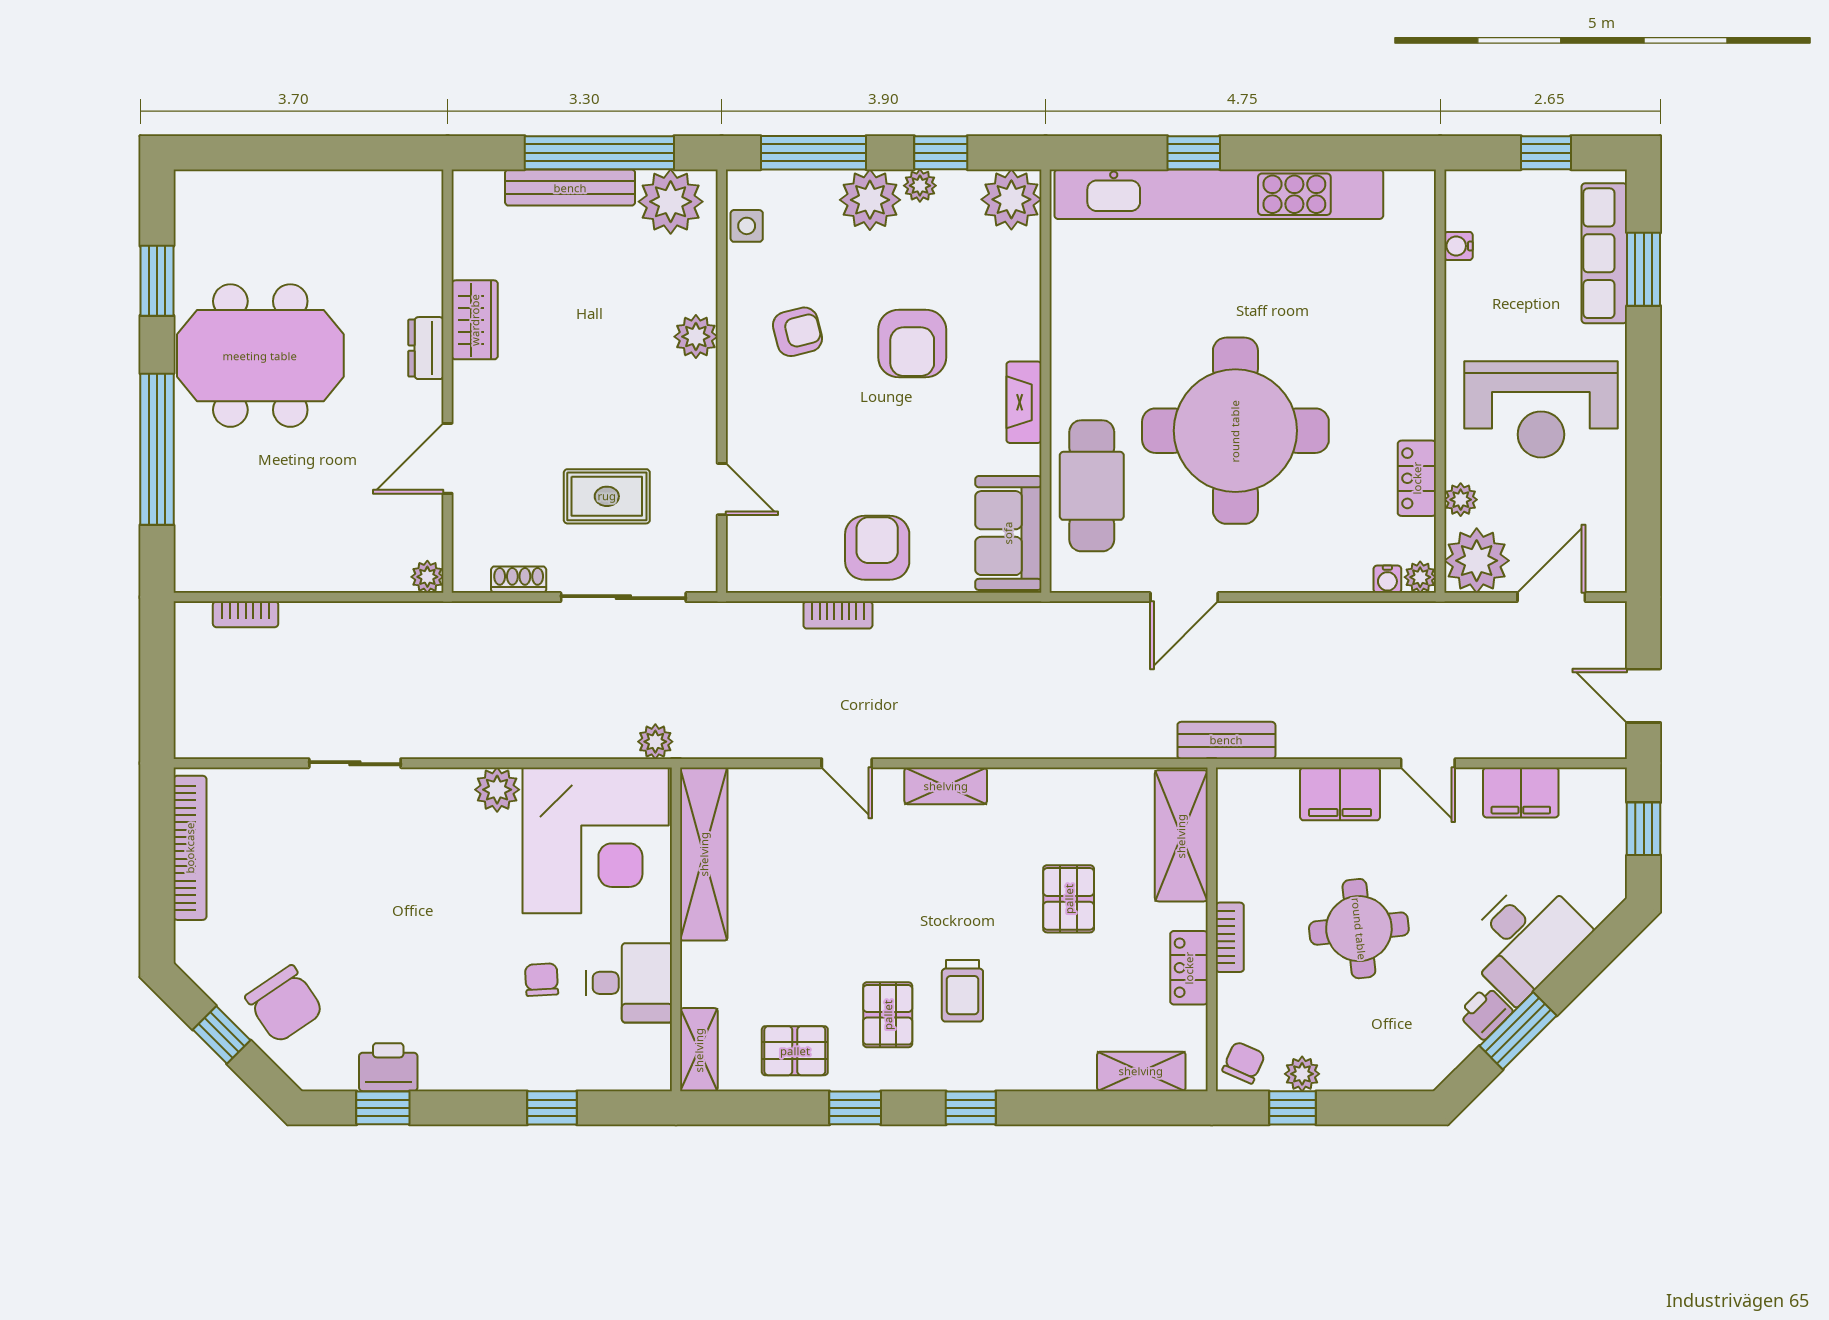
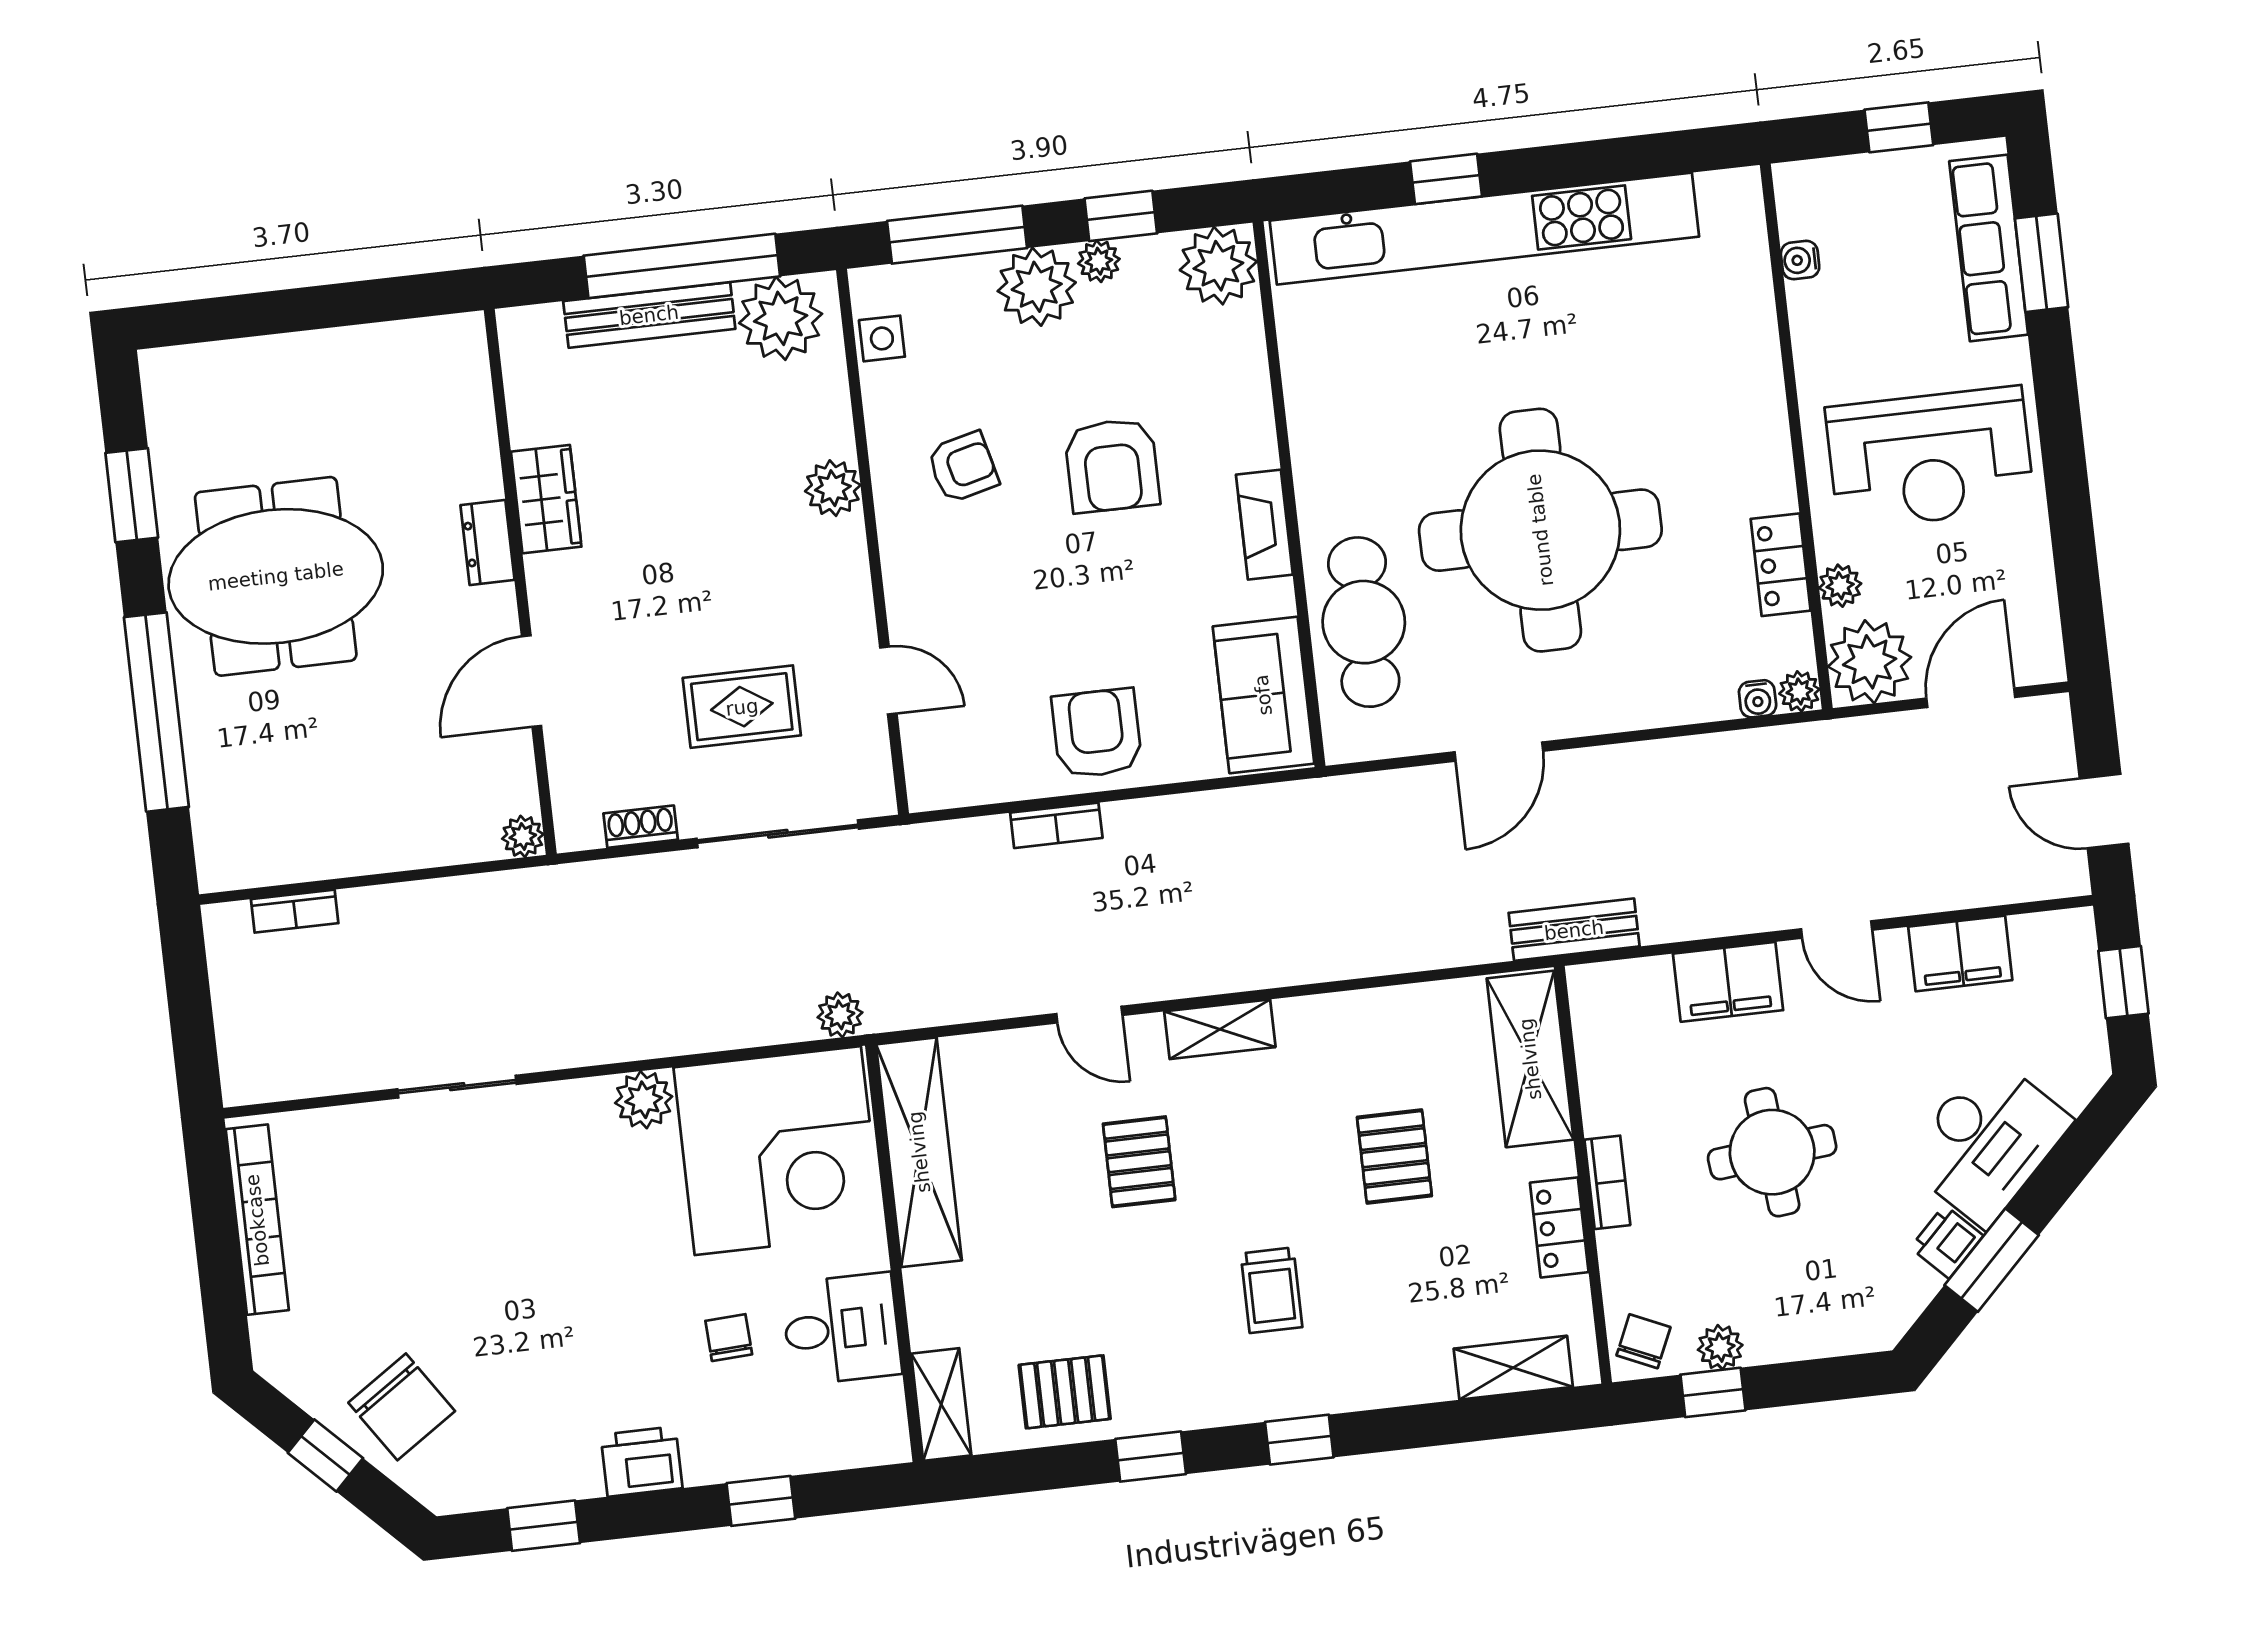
pallet: (888, 1015) -> (1139, 1162), moved
printer: (388, 1067) -> (642, 1461), moved

